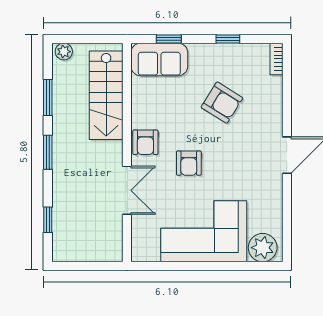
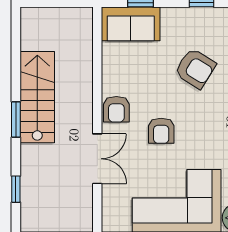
plant: (64, 52) -> (32, 16), removed
stairs: (106, 95) -> (37, 97), moved, turned 180
window: (48, 97) -> (16, 63), removed

